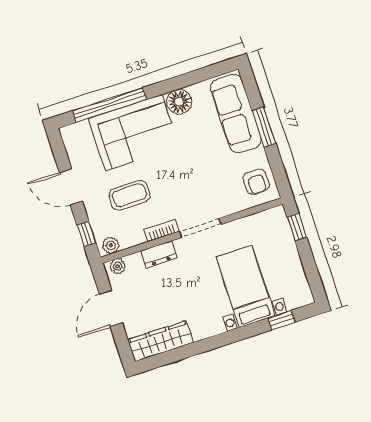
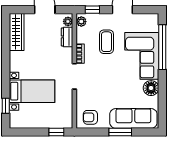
dresser: (159, 254) -> (67, 37), moved

